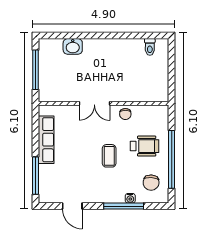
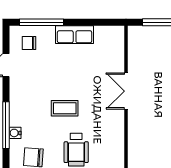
chair: (125, 114) -> (29, 43), moved
row of seats: (46, 140) -> (75, 35), width x0.68

